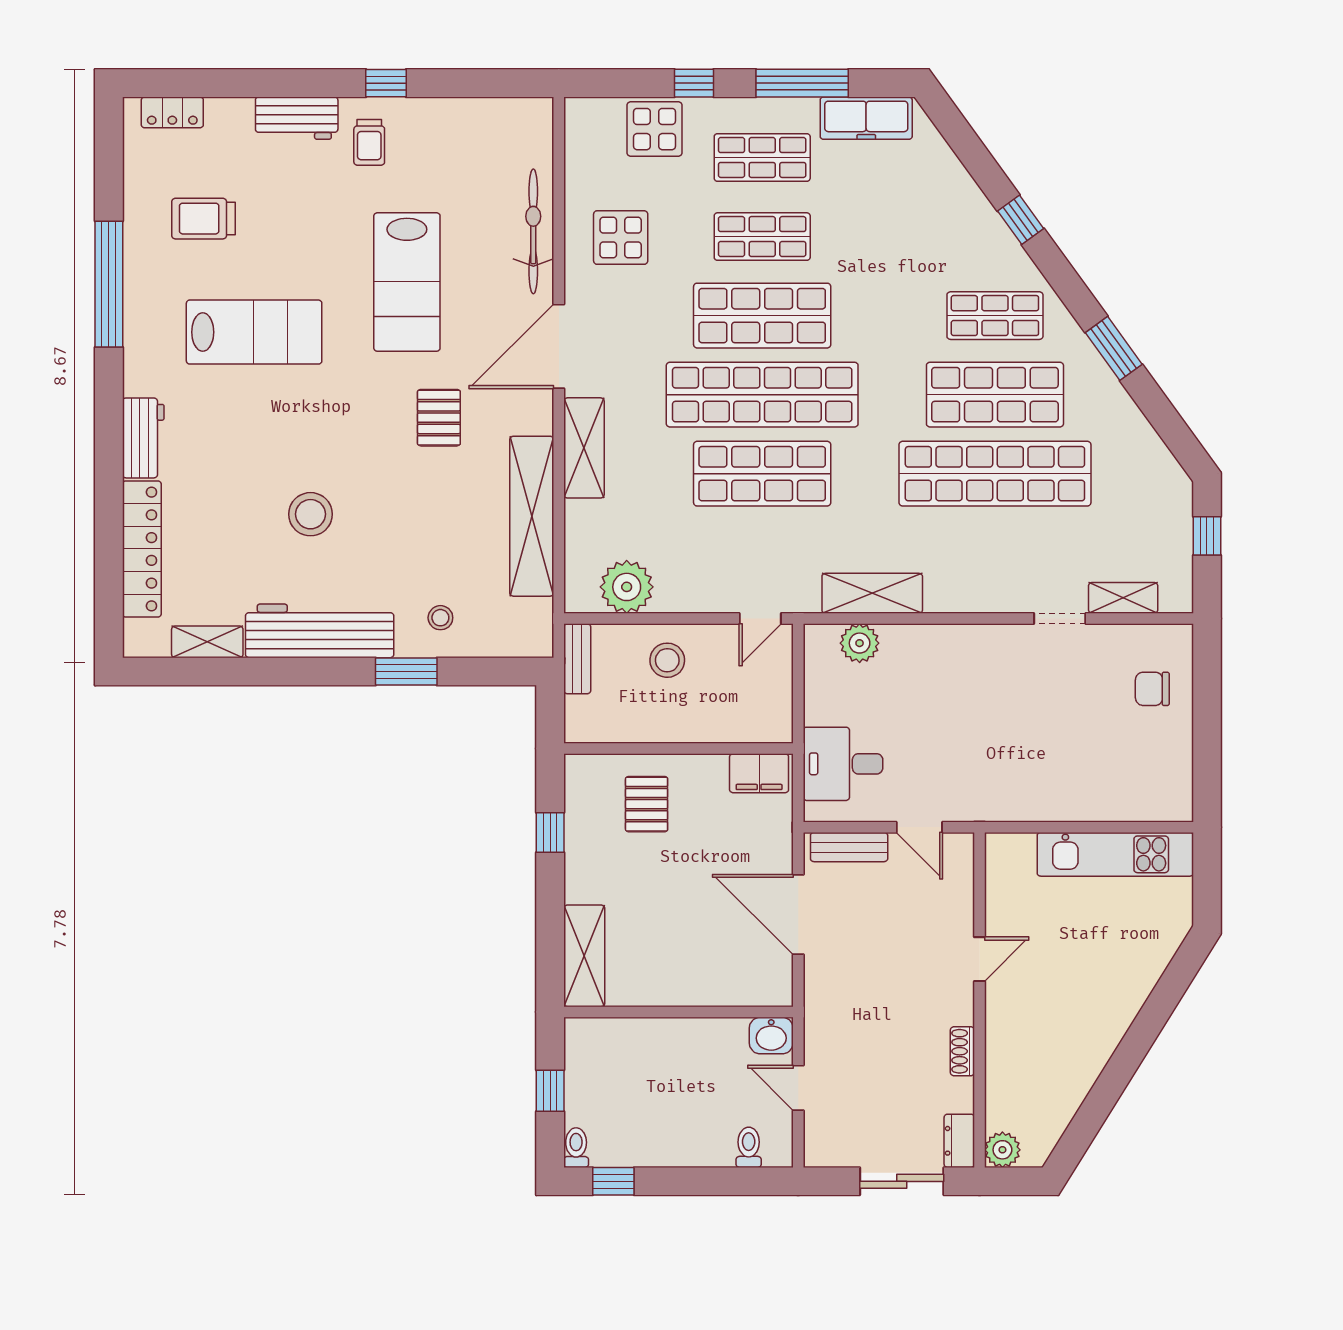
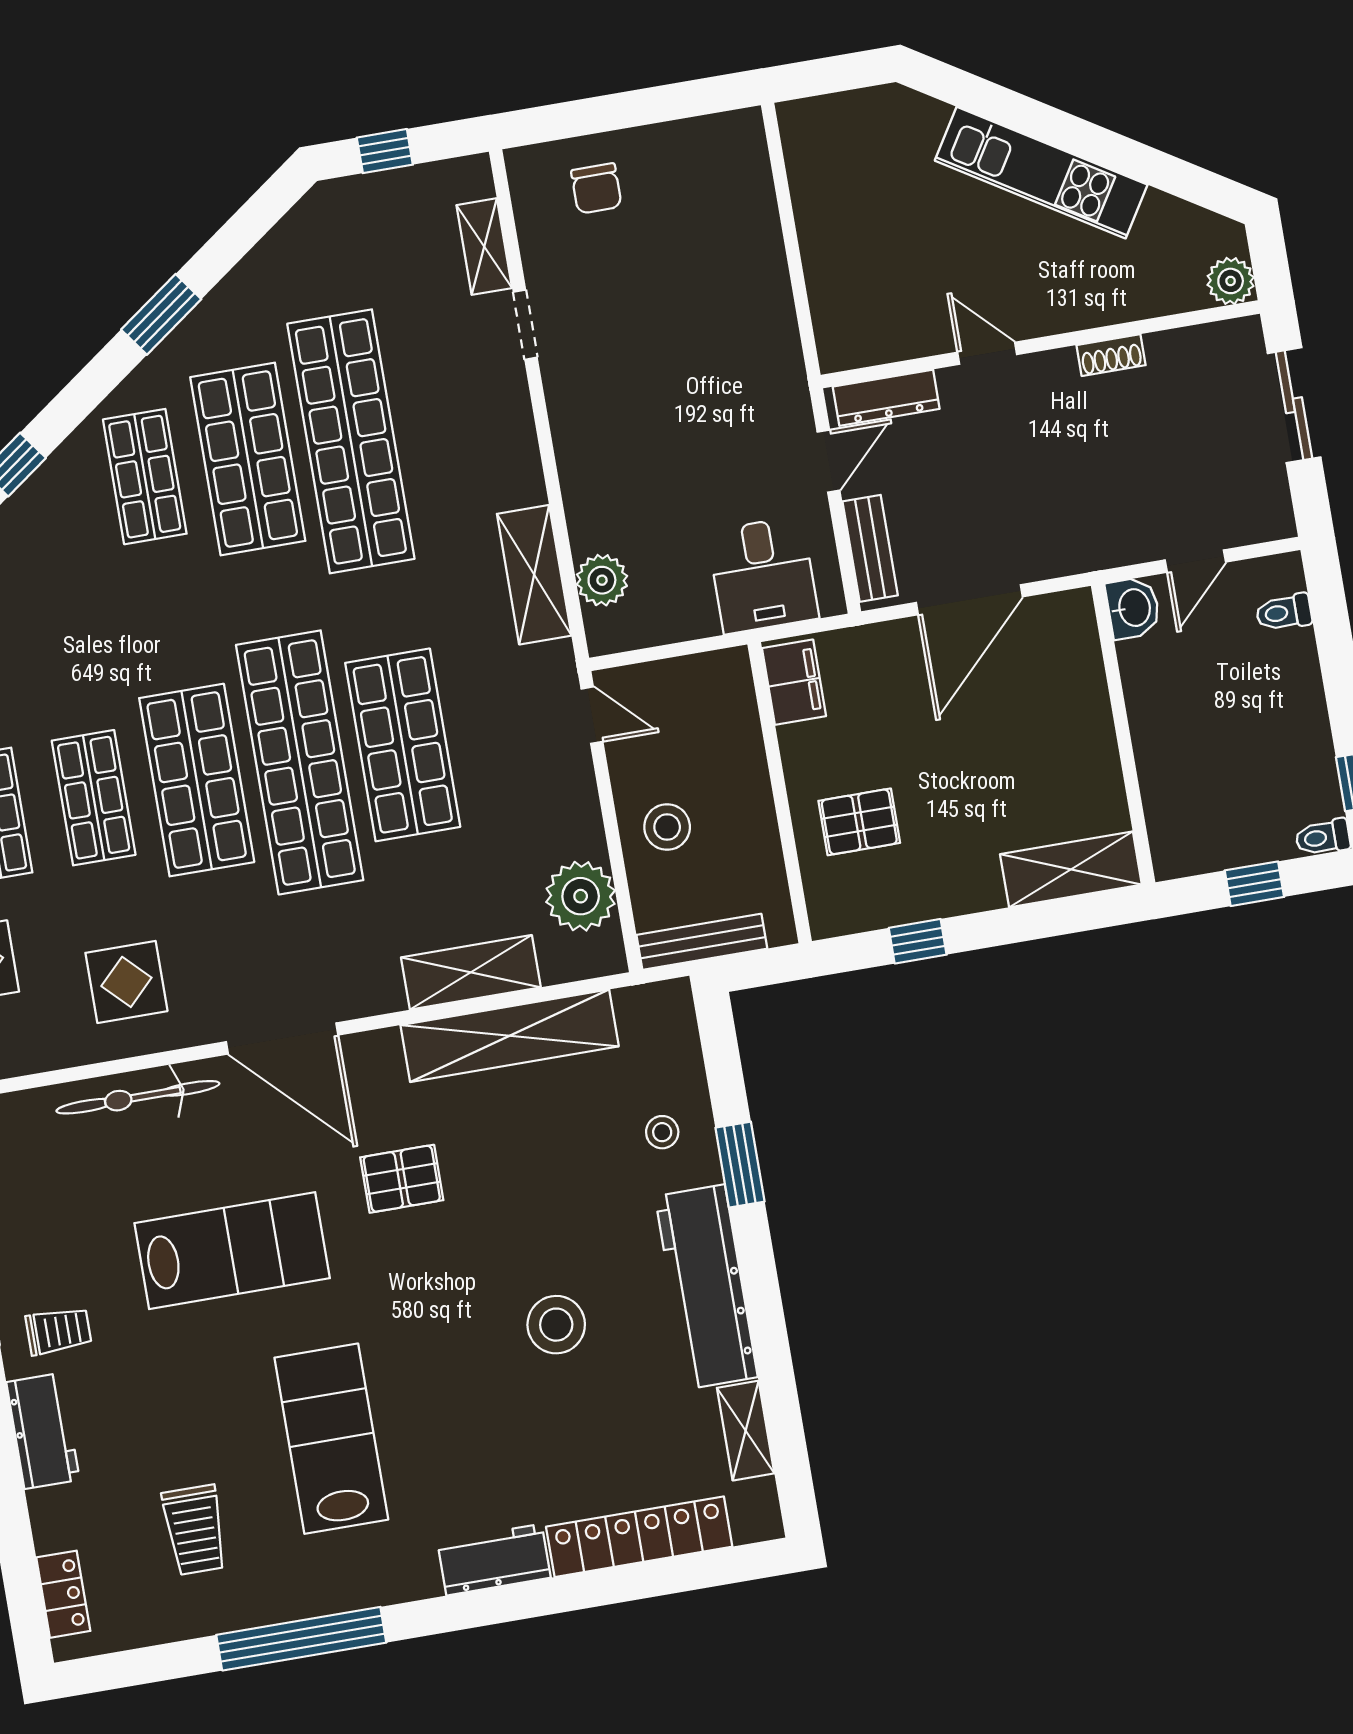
shelving: (584, 448) -> (471, 972), moved
bench: (577, 659) -> (702, 942), width x1.36
kitchen unit: (1115, 854) -> (1041, 173), moved, turned 122
dresser: (959, 1141) -> (886, 398), moved, width x1.44

